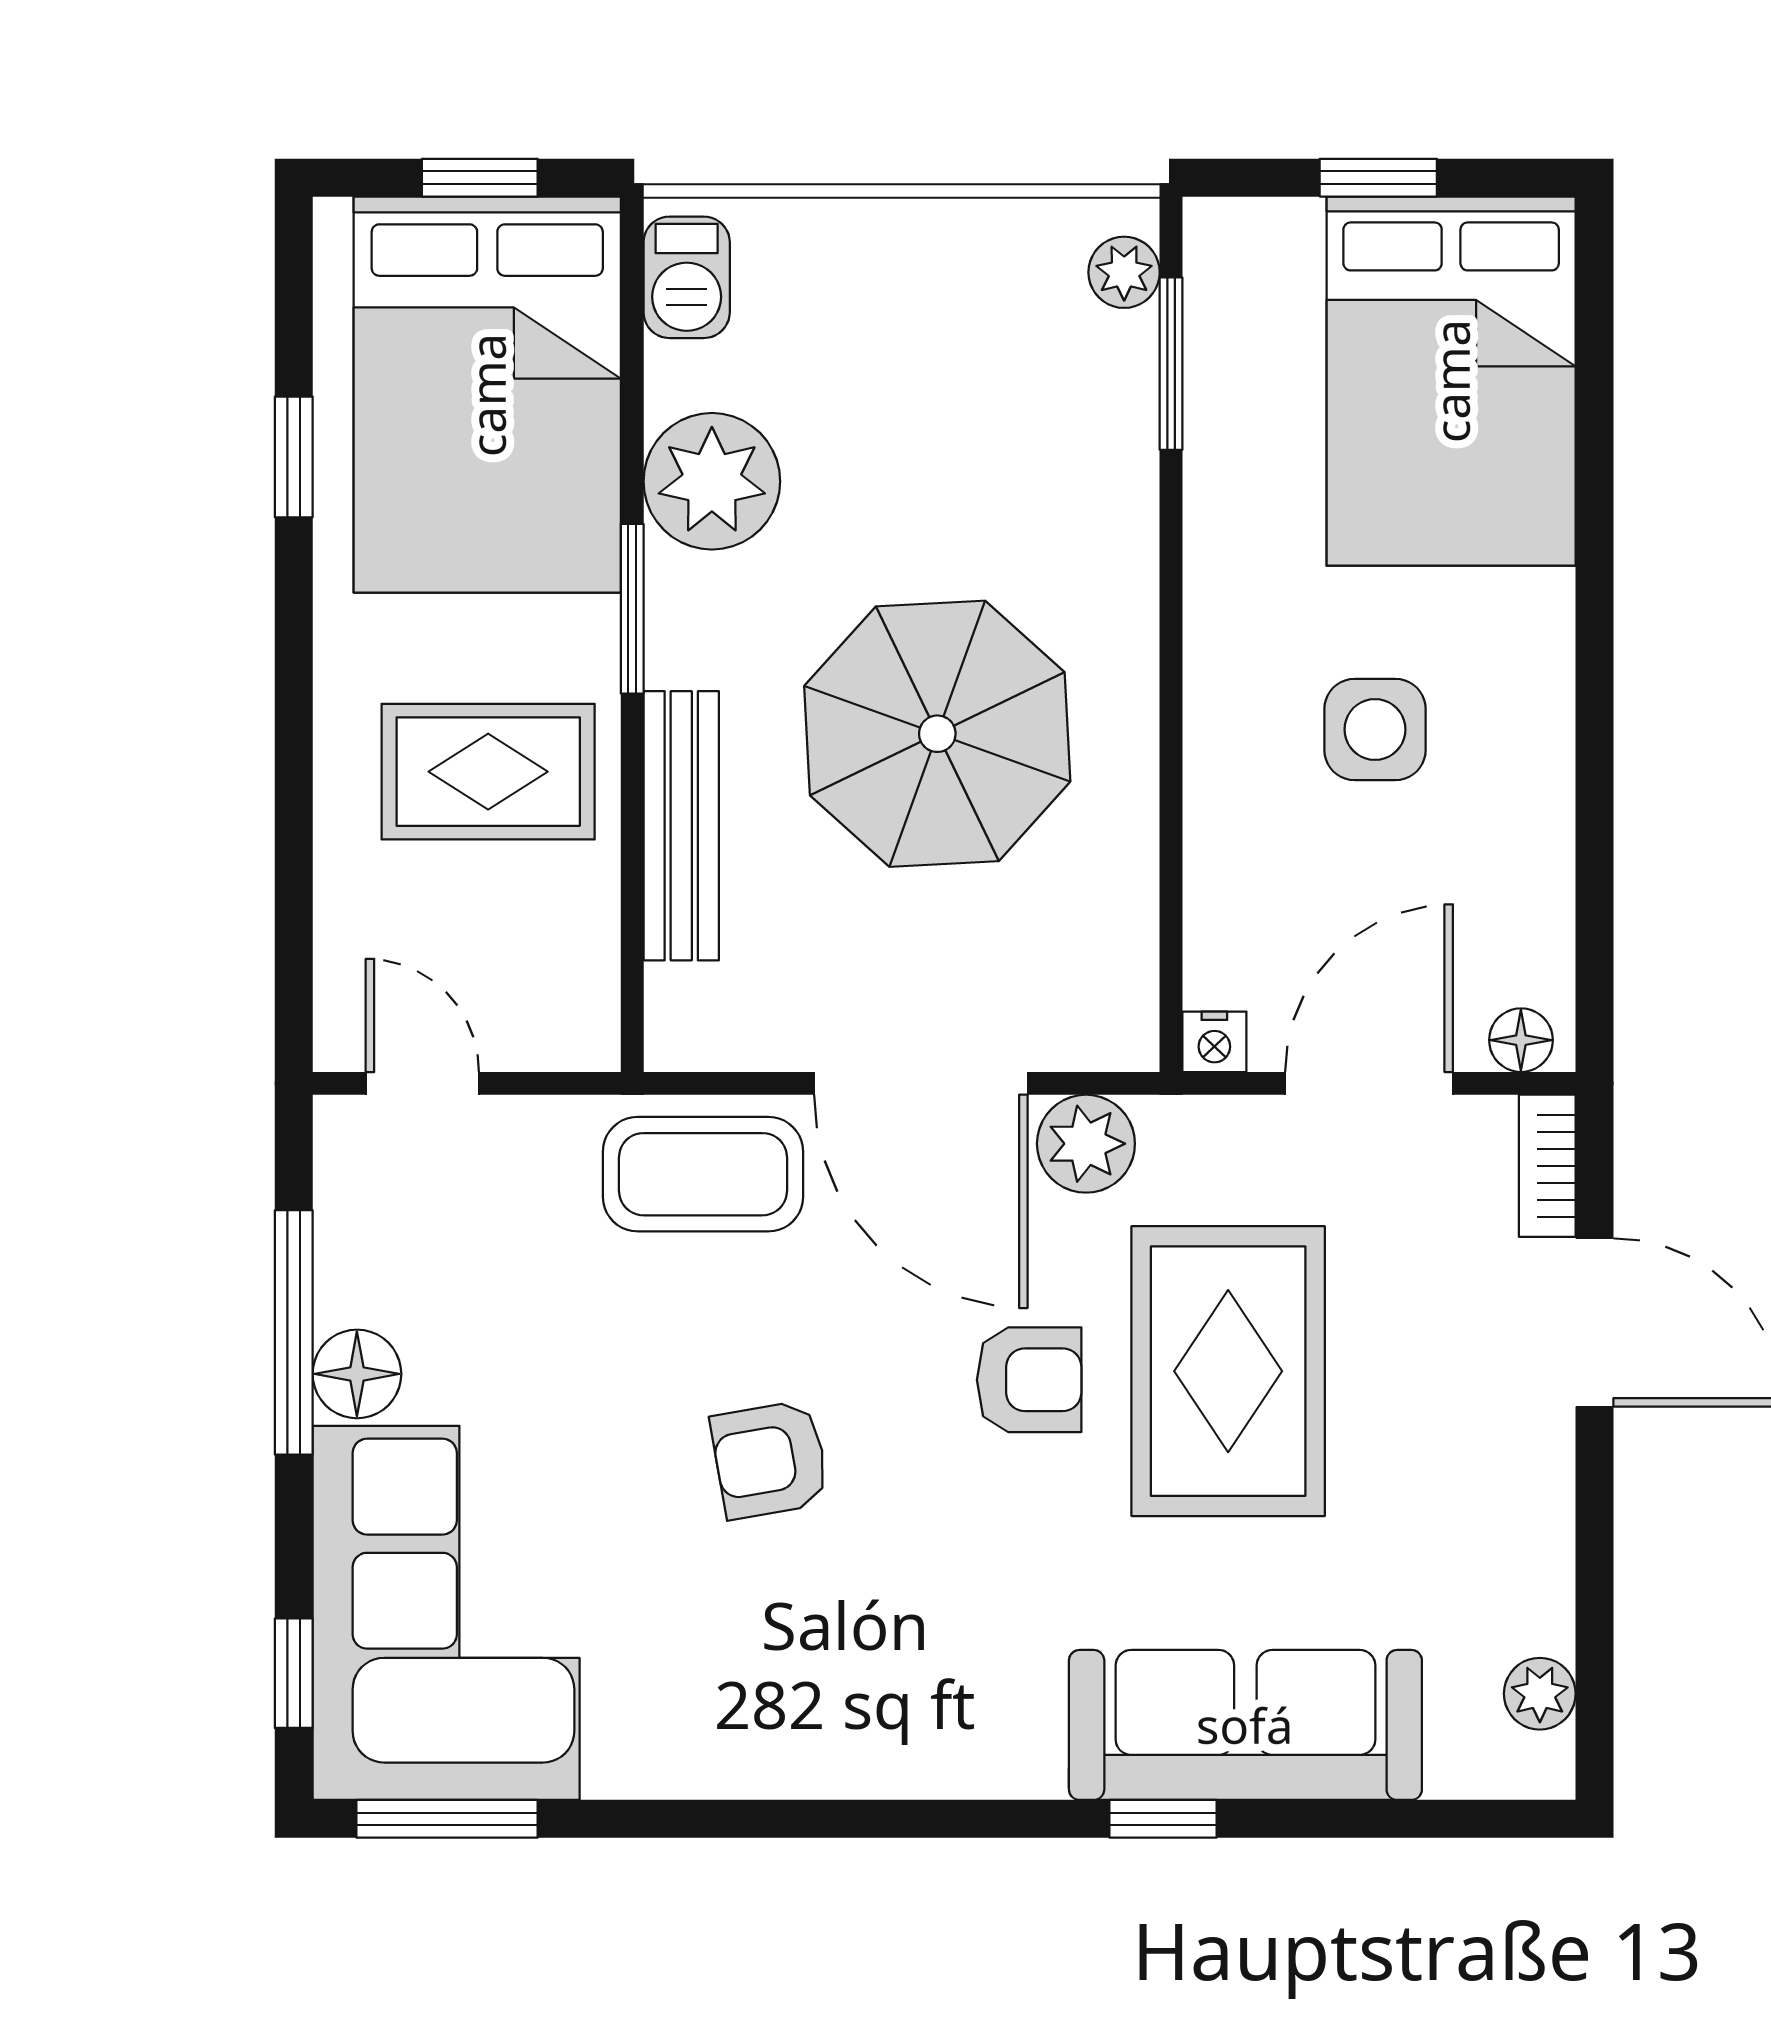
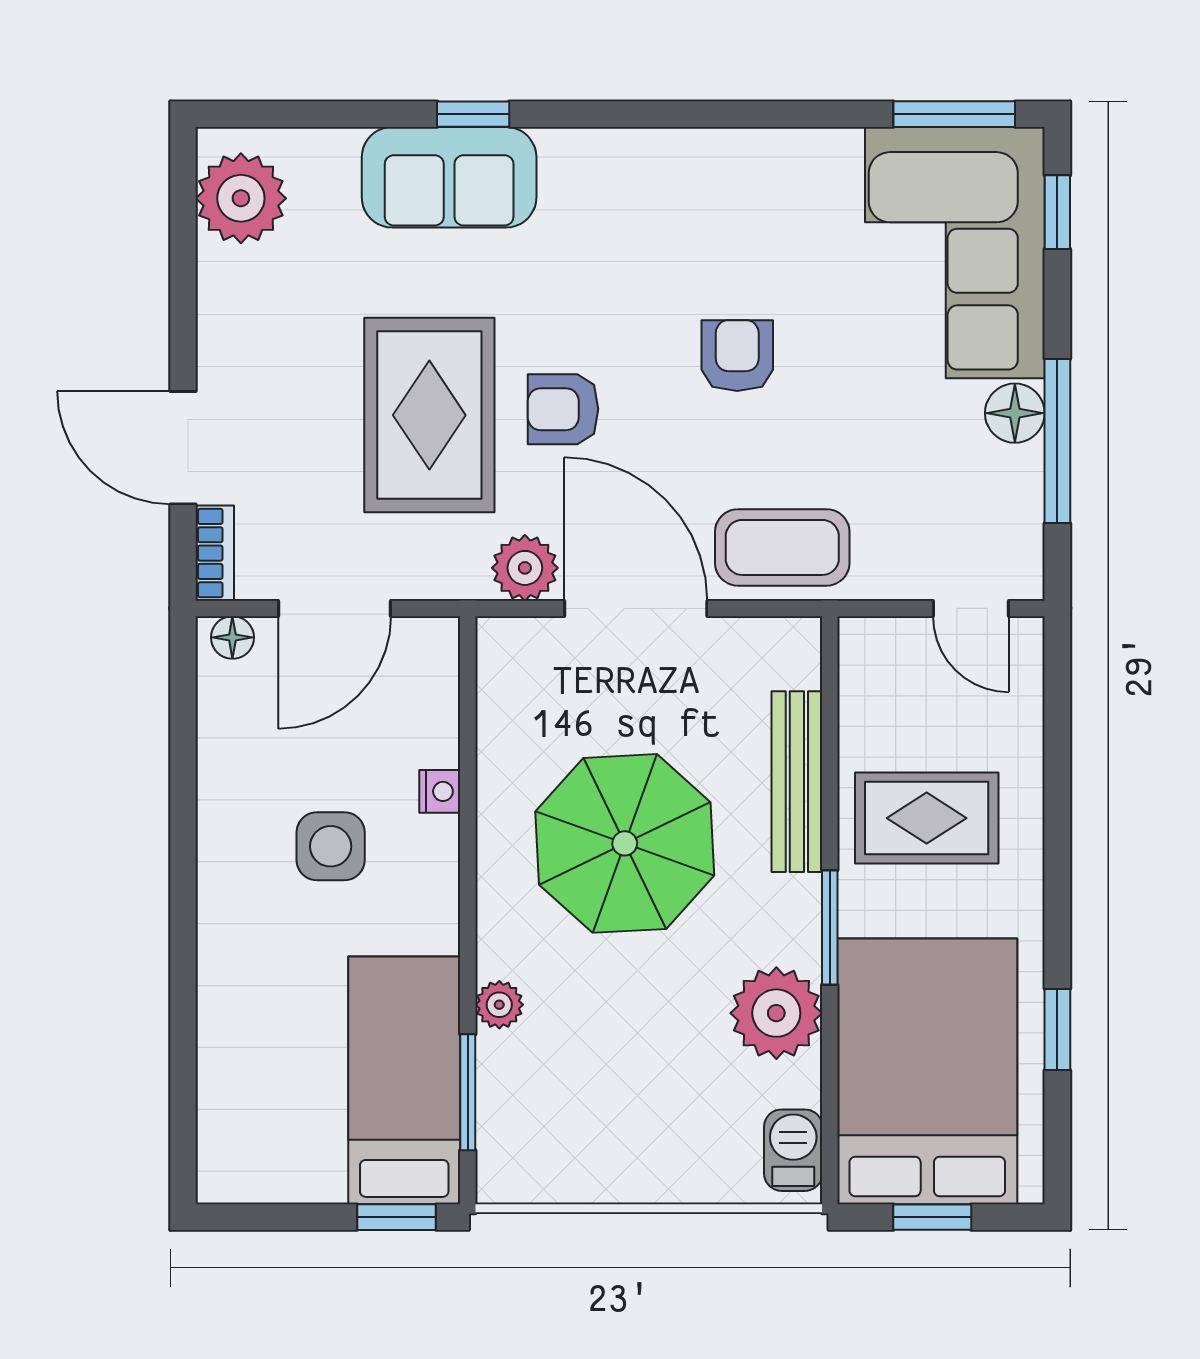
window: (1378, 178) -> (397, 1217), moved
plant: (1124, 272) -> (499, 1005), moved
bed: (1451, 381) -> (404, 1080), moved, width x0.67
nightstand: (1214, 1042) -> (440, 791), moved, turned 90
armchair: (770, 1460) -> (737, 356), turned -80
plant: (1540, 1694) -> (241, 198), width x1.88, depth x1.88
sofa: (1245, 1725) -> (449, 177), width x0.73

